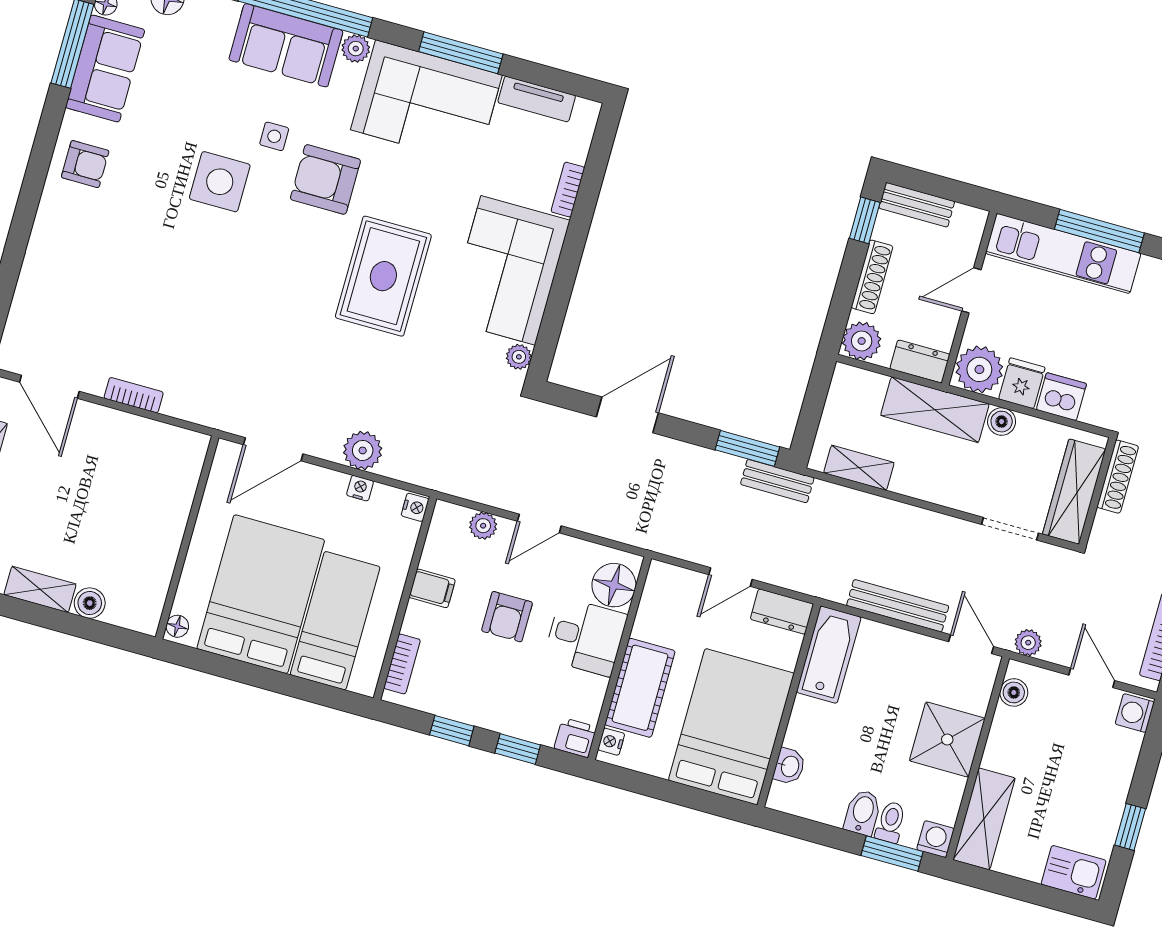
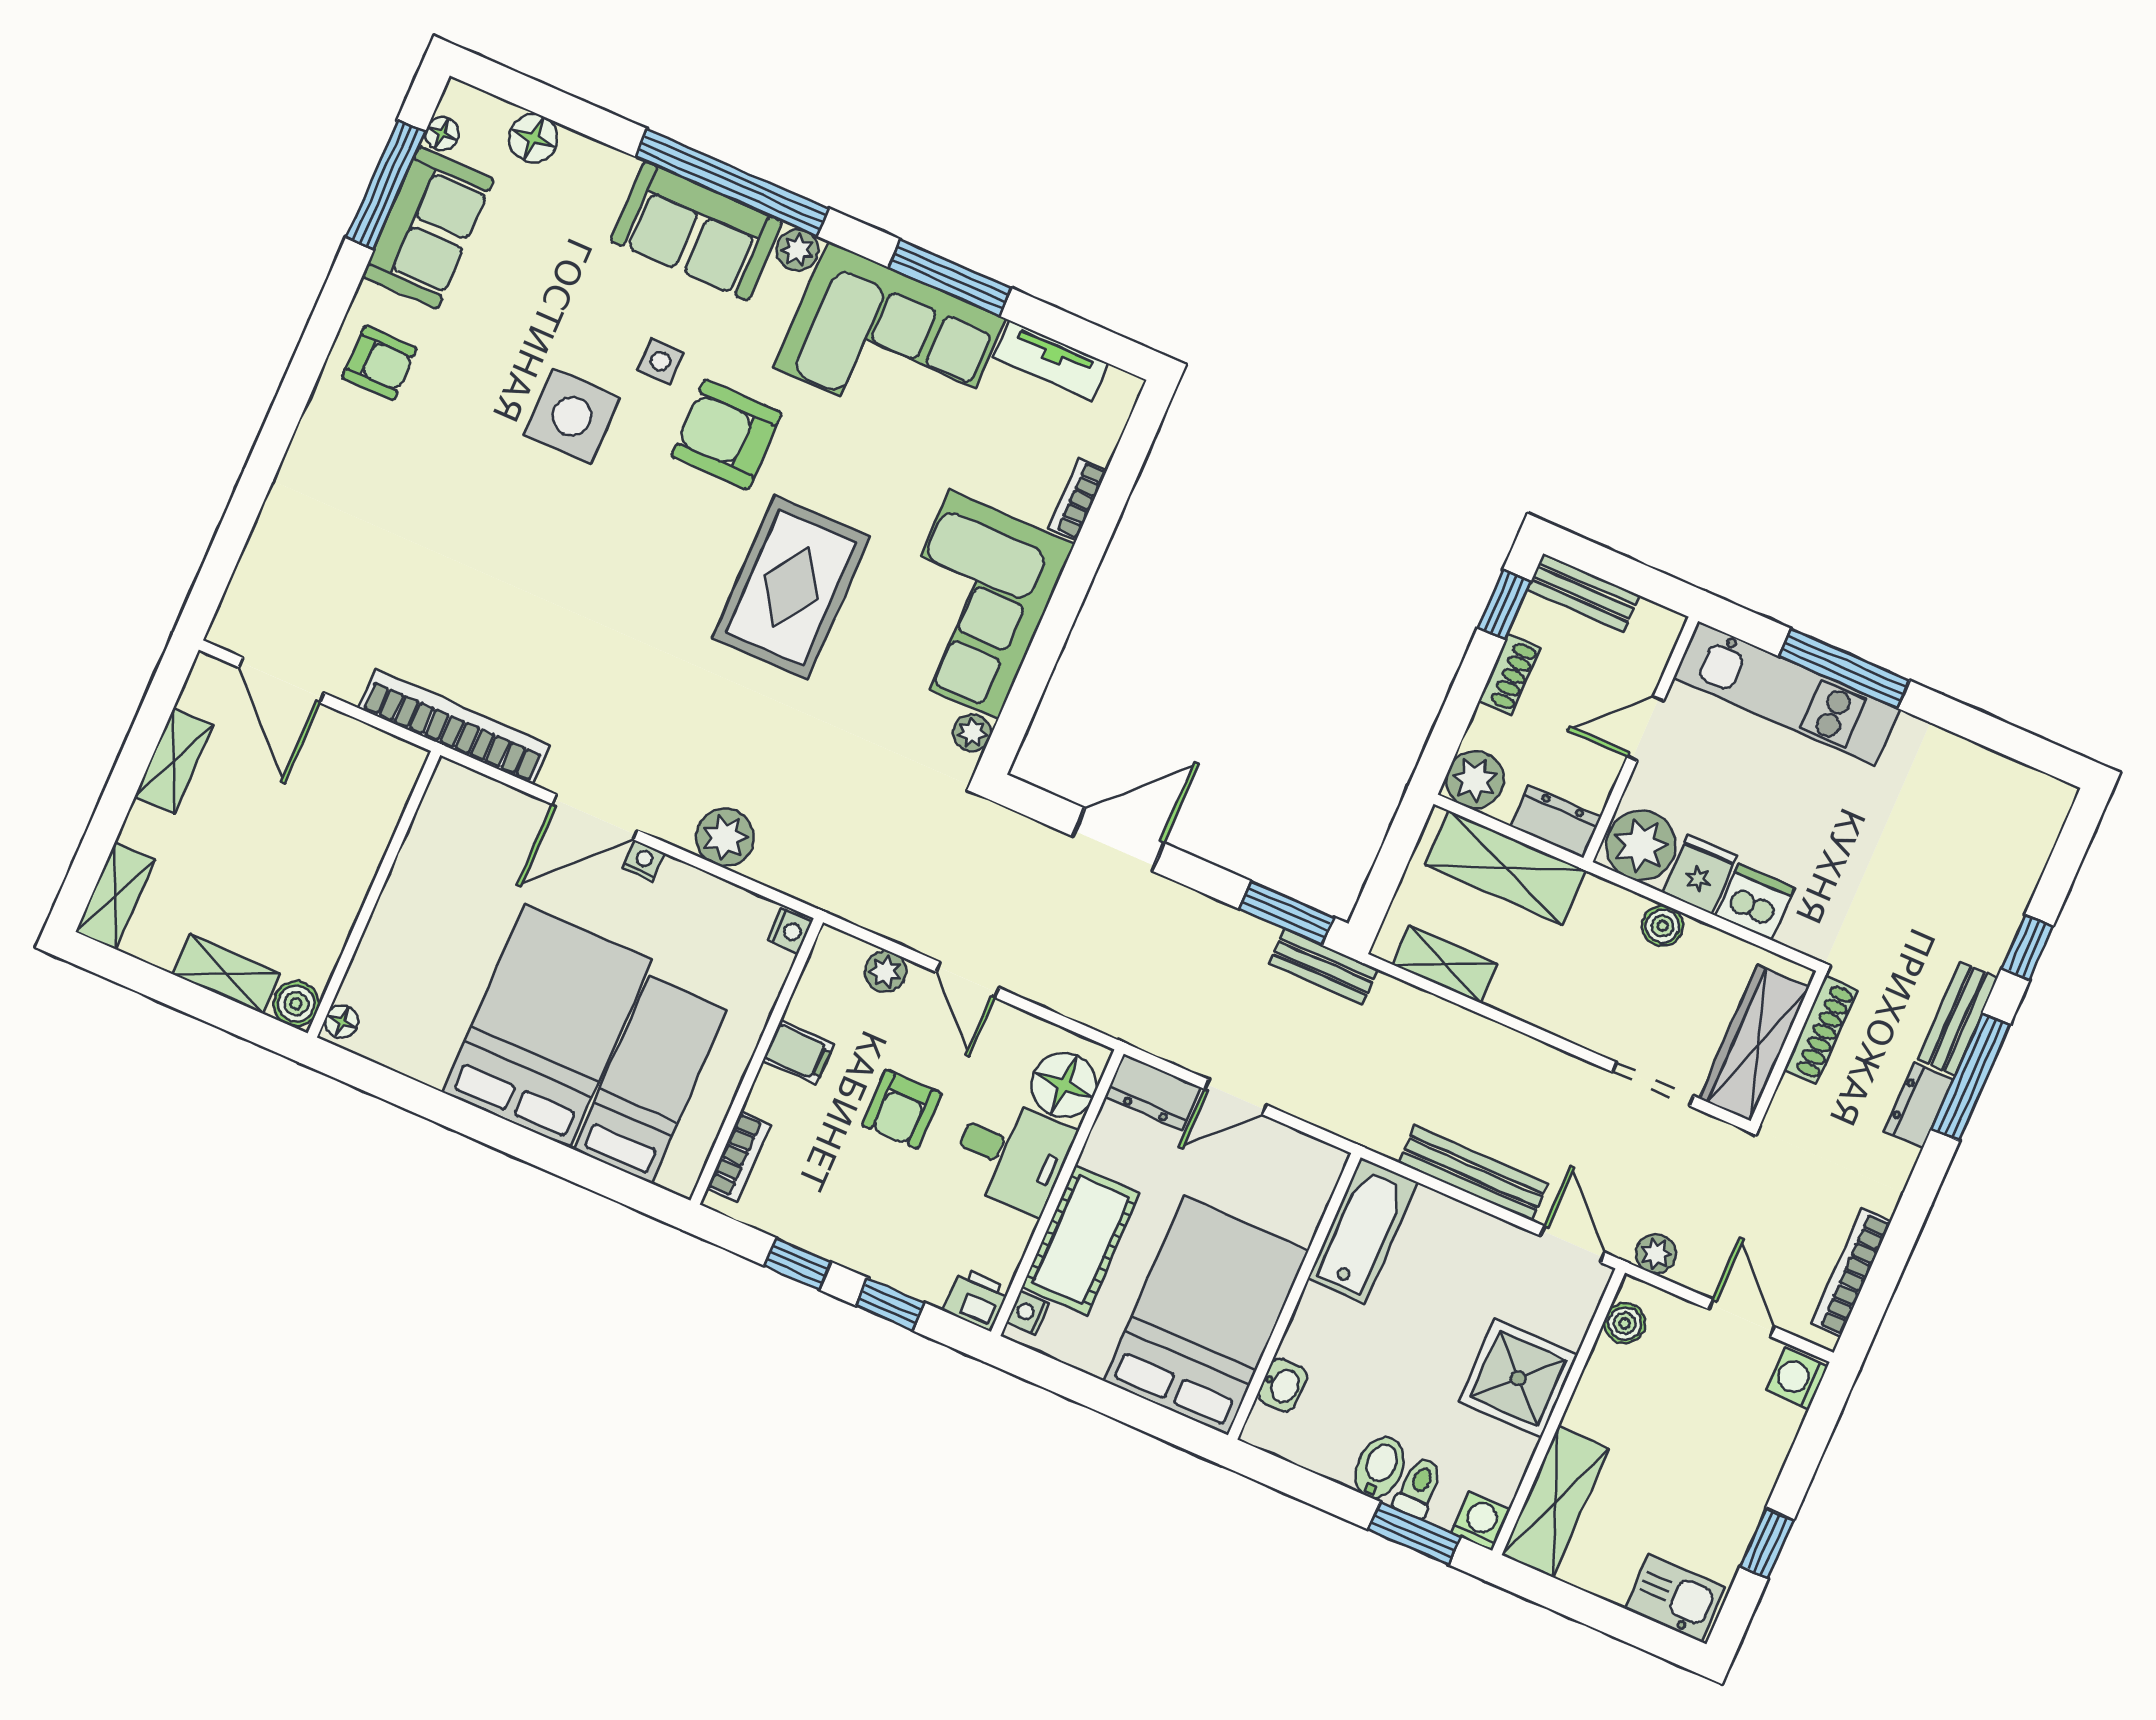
shoe rack: (872, 277) -> (1510, 674), width x0.70
bookcase: (134, 395) -> (454, 727), width x2.31, depth x1.31
shelving: (935, 410) -> (1505, 868), moved
nightstand: (360, 488) -> (643, 861), moved
door: (539, 524) -> (968, 980), hinge flipped
wall: (187, 537) -> (374, 894), moved
dresser: (782, 612) -> (1153, 1092), moved
floor lamp: (177, 626) -> (342, 1022), moved

